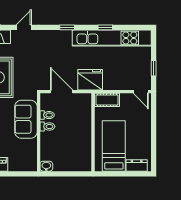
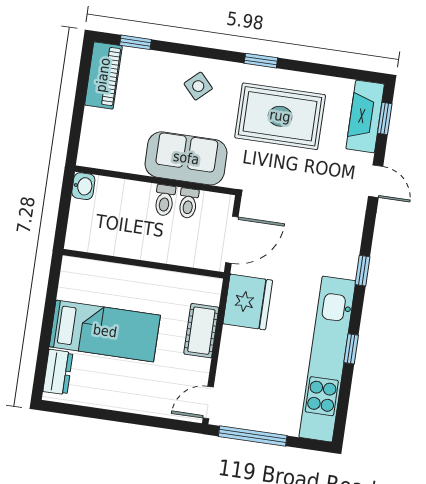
window: (154, 68) -> (253, 436), width x2.17
wall: (93, 132) -> (143, 264), moved

